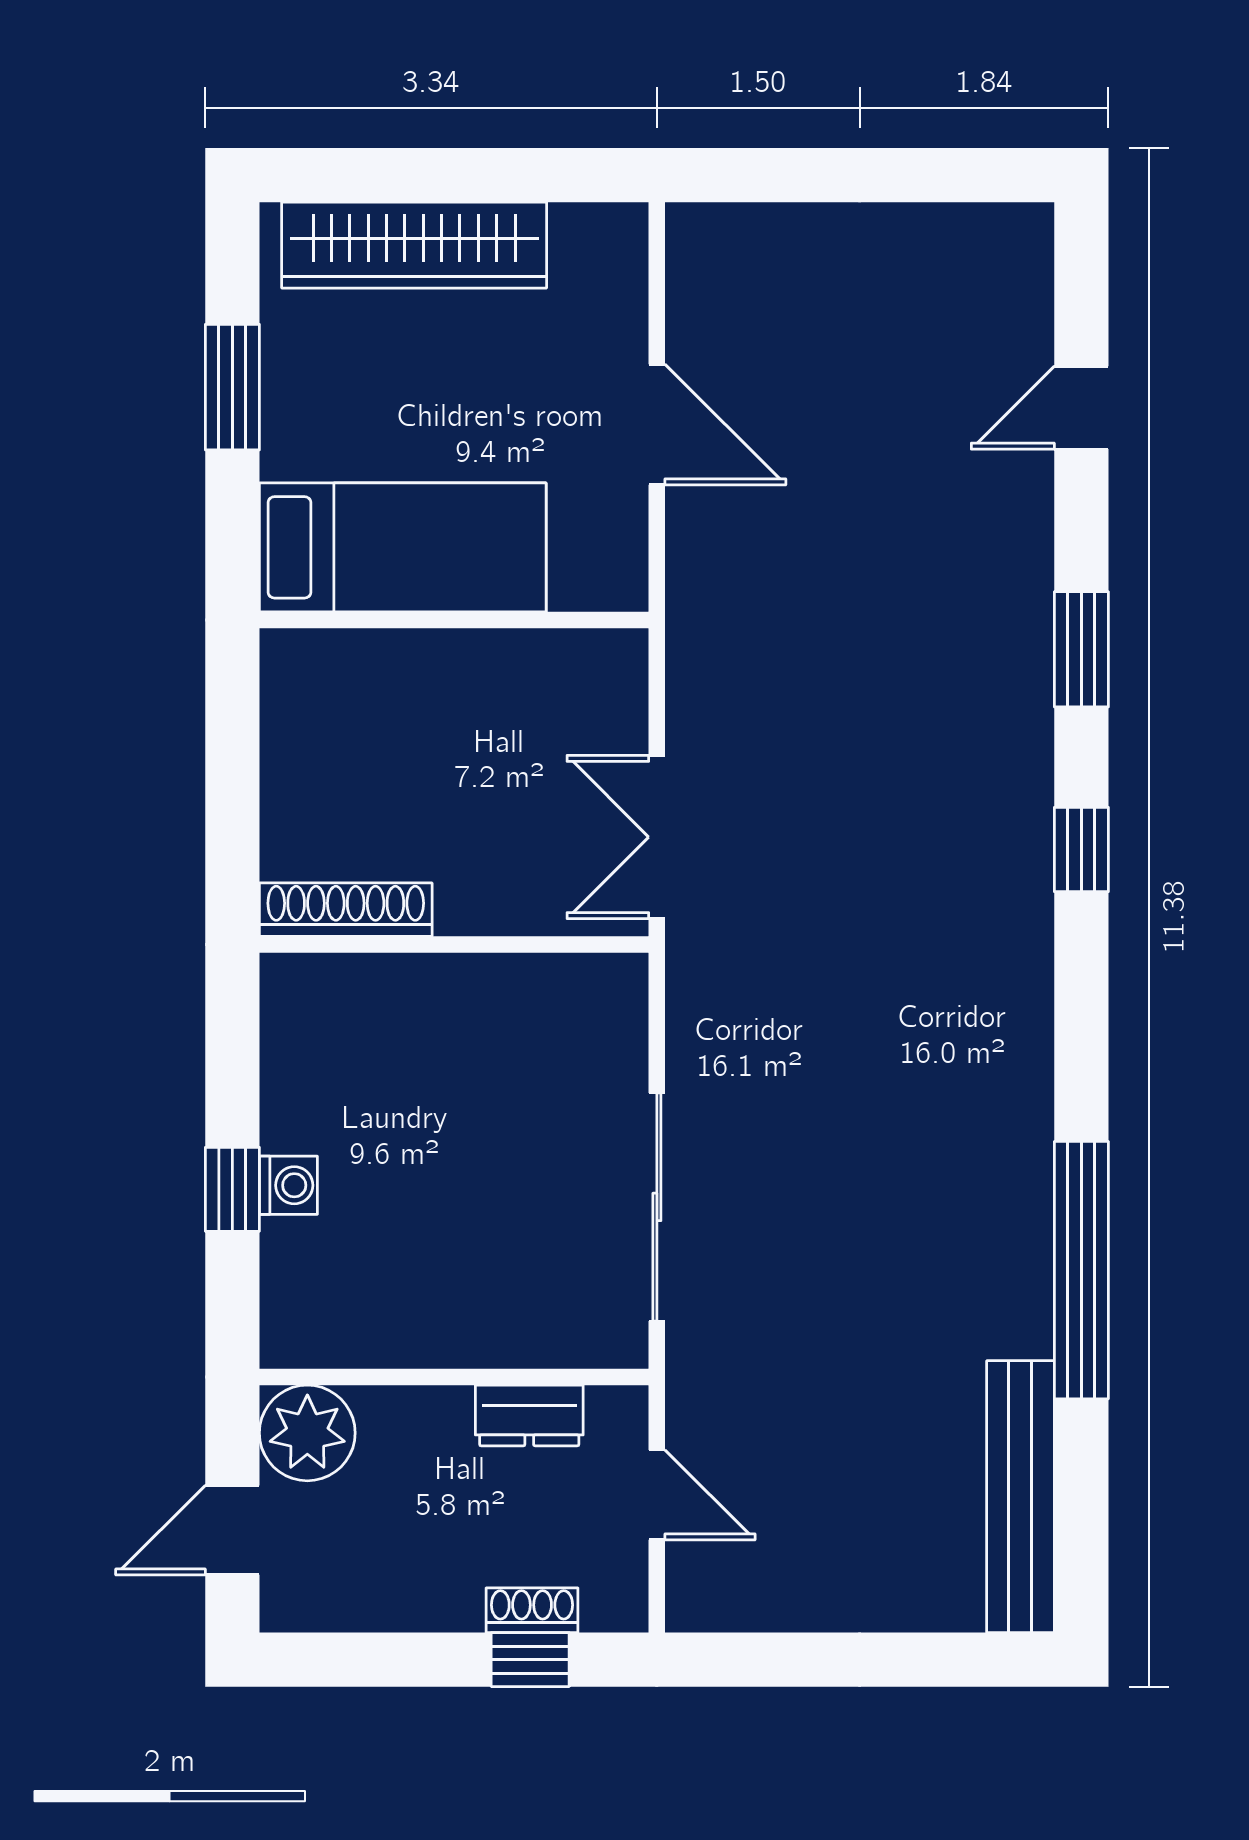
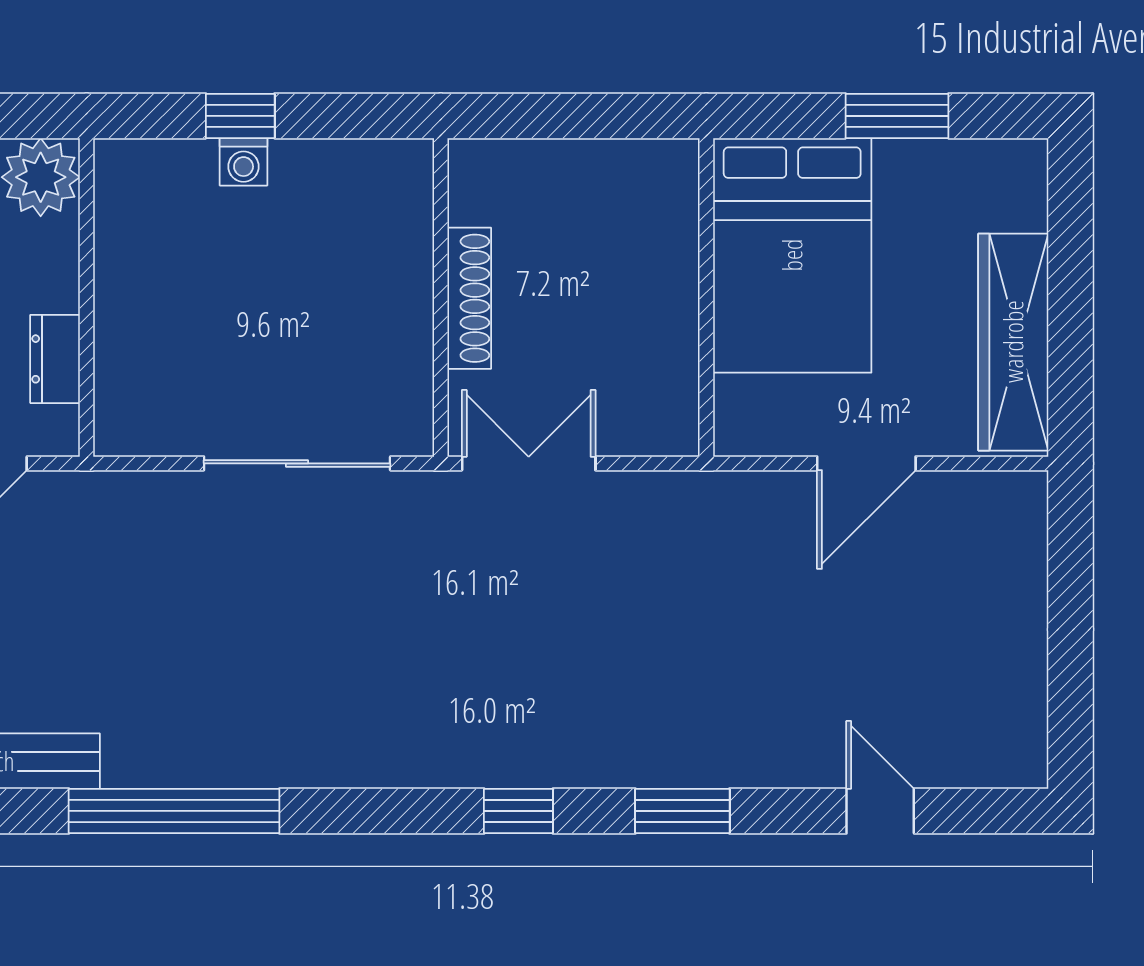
wardrobe: (414, 245) -> (1013, 342), moved
bed: (403, 547) -> (792, 255), width x1.50
shoe rack: (346, 910) -> (469, 298), moved
sliding door: (657, 1207) -> (297, 463), moved

